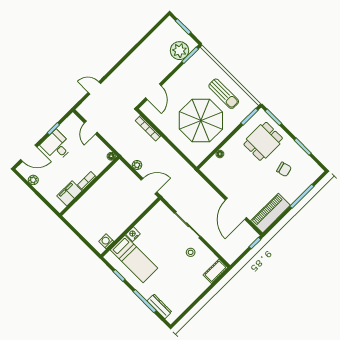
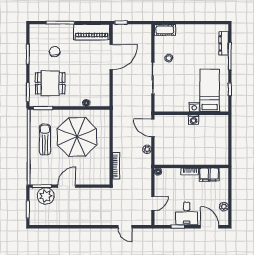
door: (153, 92) -> (67, 186), moved
washing machine: (106, 241) -> (193, 120), moved

